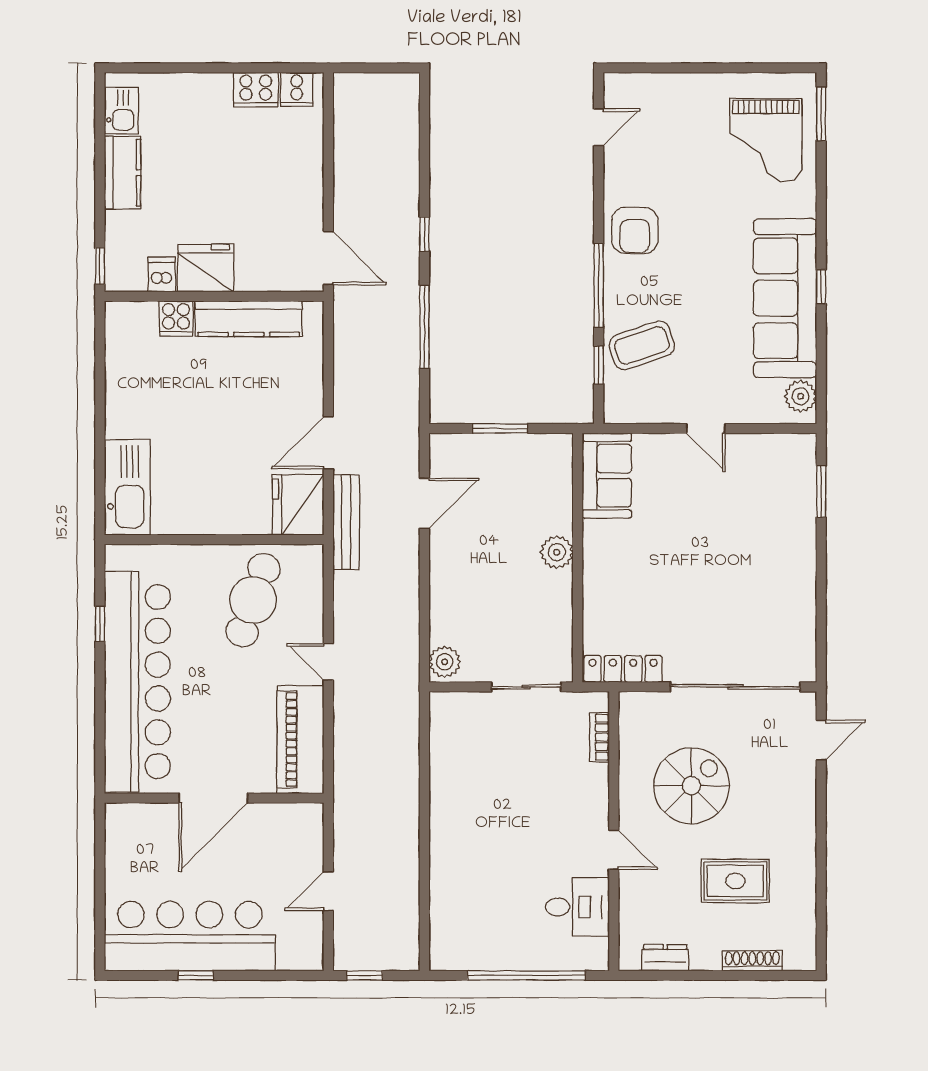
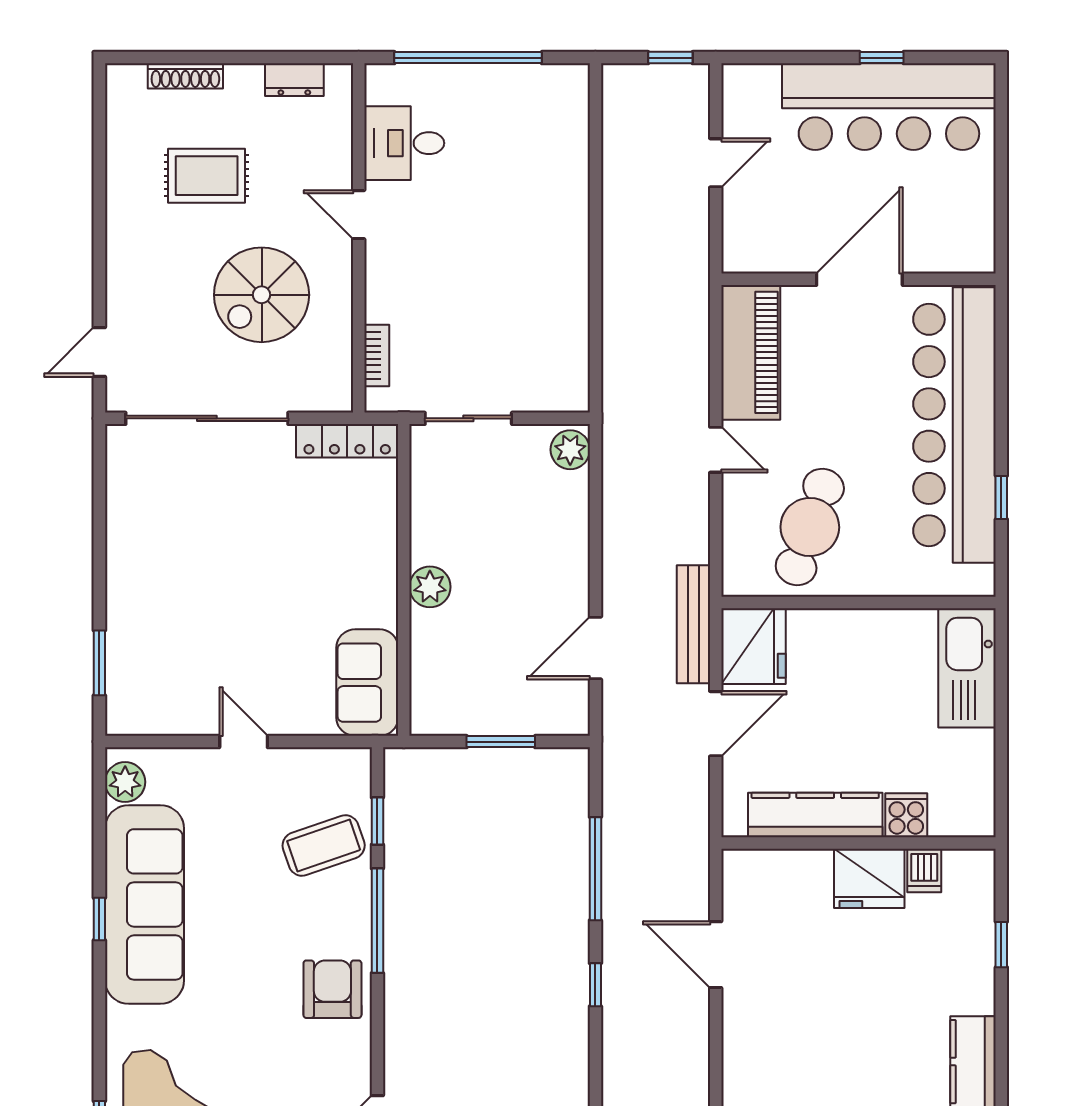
fridge: (206, 268) -> (869, 878), moved
dishwasher: (162, 274) -> (924, 870), moved
wall: (214, 296) -> (859, 843), moved
cooker: (176, 318) -> (906, 815), moved
kitchen counter: (249, 319) -> (815, 815), moved

